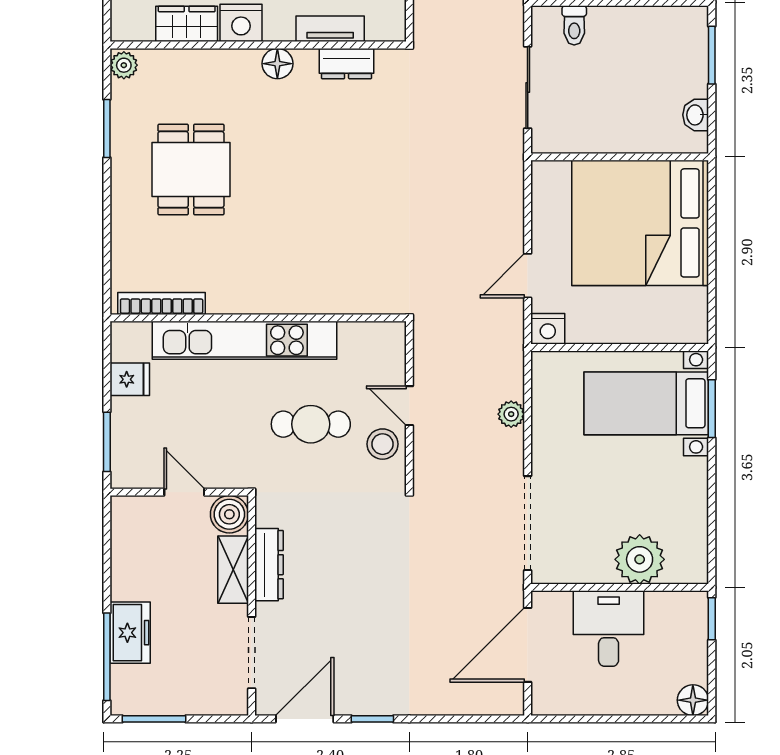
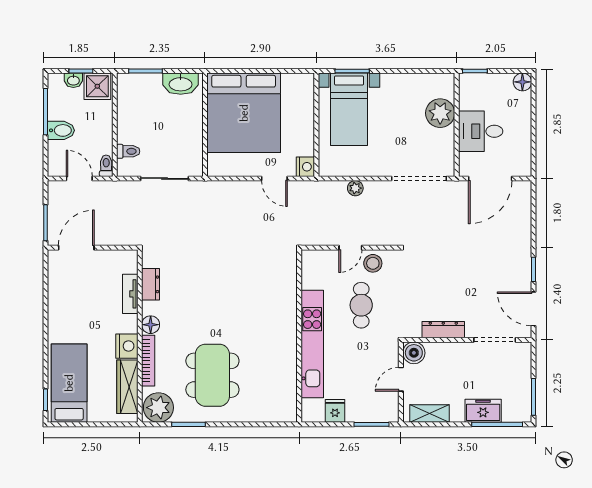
wardrobe: (187, 24) -> (127, 387), width x1.50
plant: (124, 65) -> (158, 408), width x1.88, depth x1.88
washbasin: (696, 115) -> (181, 84), width x1.91, depth x1.45
dining table: (191, 169) -> (212, 375), width x1.37
bookcase: (162, 303) -> (148, 361), moved, turned 180
shelving: (233, 570) -> (430, 414), moved
door: (528, 645) -> (490, 178), hinge flipped

